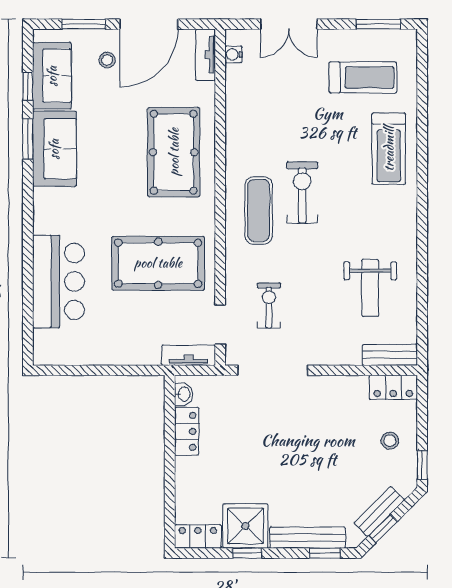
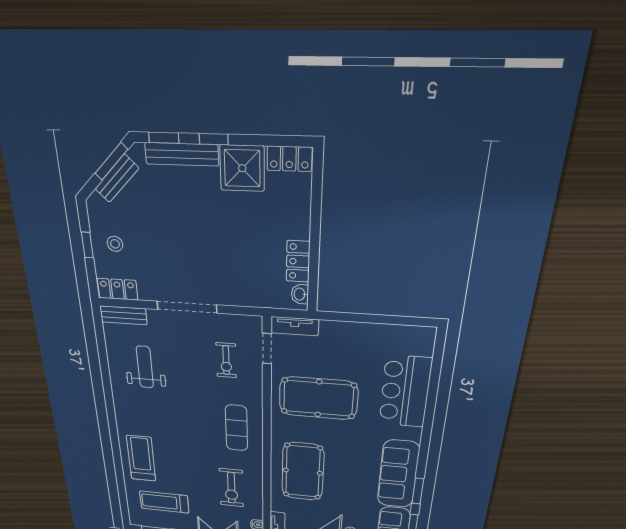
sofa: (54, 149) -> (398, 474), width x1.36
exercise bike: (302, 192) -> (231, 488), moved
doorway: (273, 370) -> (187, 307), moved
window: (422, 465) -> (87, 245), moved
window: (383, 529) -> (111, 161), width x1.50
window: (247, 553) -> (214, 139), moved

